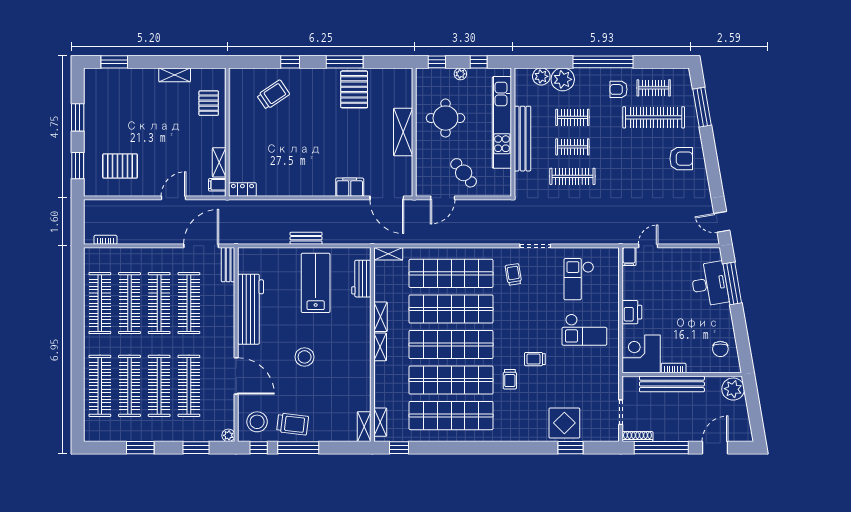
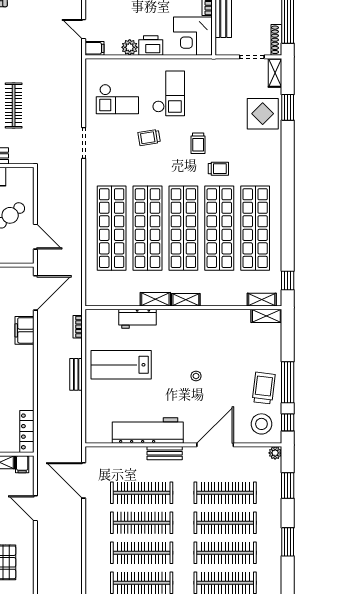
locker: (242, 189) -> (27, 431), width x1.53
bookcase: (105, 240) -> (78, 327), moved
shelving: (388, 254) -> (275, 73), moved
bench: (228, 265) -> (165, 453), moved
trolley: (513, 274) -> (149, 138), moved
workbench: (361, 279) -> (137, 319), moved
plant: (630, 291) -> (130, 47), added
stool: (305, 357) -> (196, 376), width x0.53, depth x0.53

